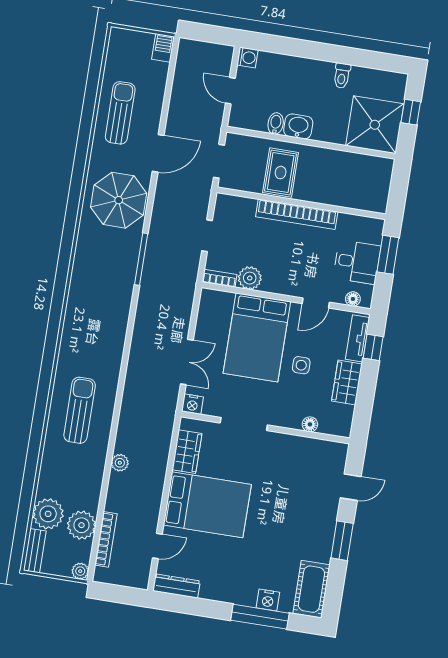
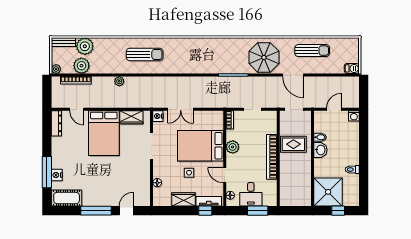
plant: (250, 278) -> (233, 147), moved
door: (351, 487) -> (126, 211), swing flipped
window: (342, 541) -> (96, 211), width x1.44

